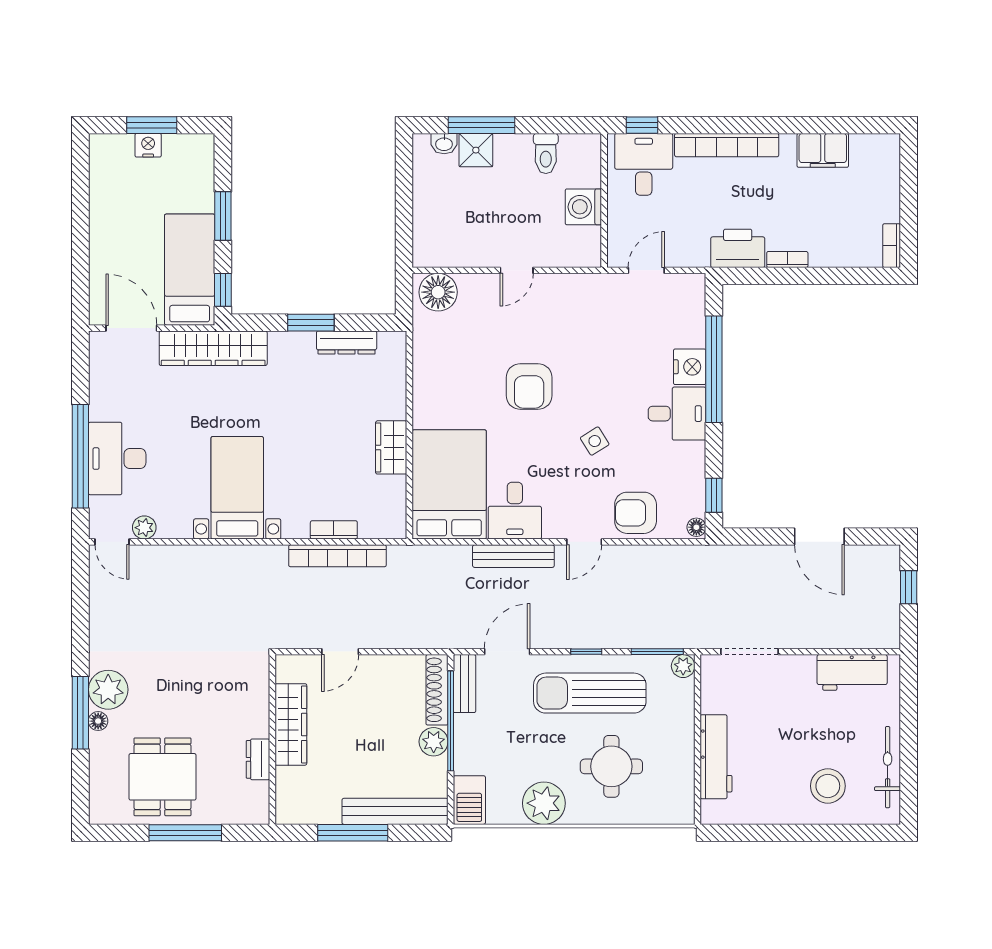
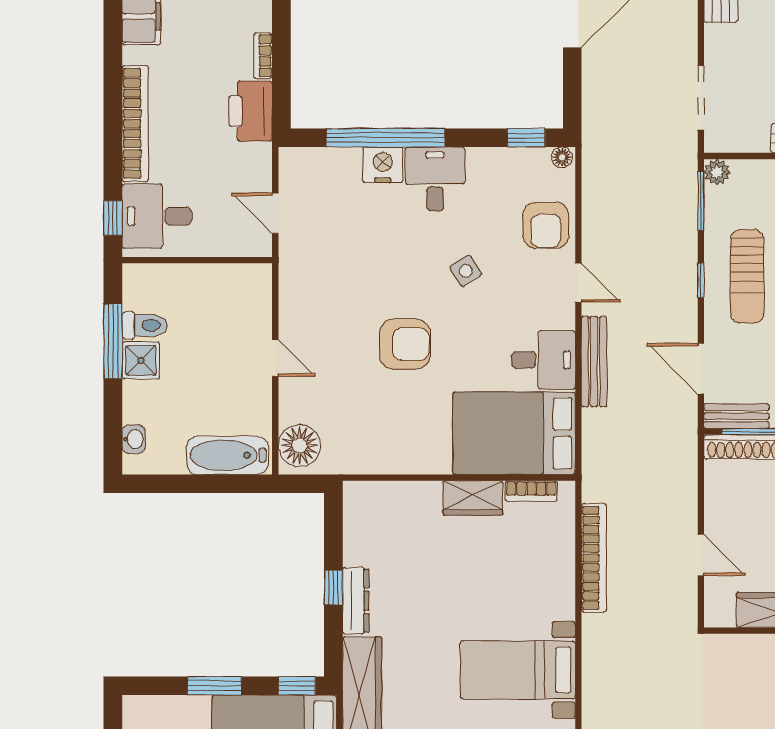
window: (481, 125) -> (113, 341), moved
shower: (476, 150) -> (141, 360), moved
washing machine: (583, 207) -> (204, 283), removed
bathtub: (429, 228) -> (227, 455), added
window: (311, 323) -> (333, 588), width x0.67
dresser: (347, 342) -> (356, 601), moved
bookcase: (334, 530) -> (531, 491), moved, turned -90
sun lounger: (590, 693) -> (747, 276), width x0.73, depth x0.75

